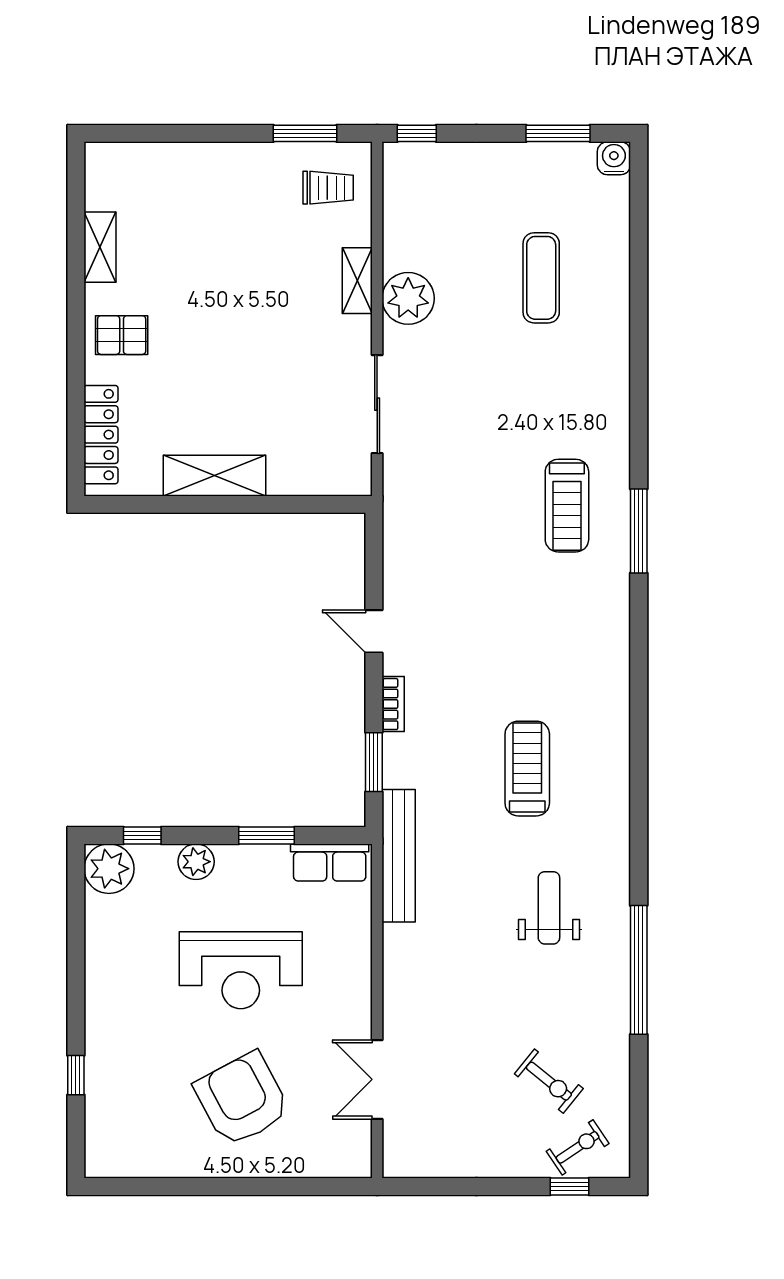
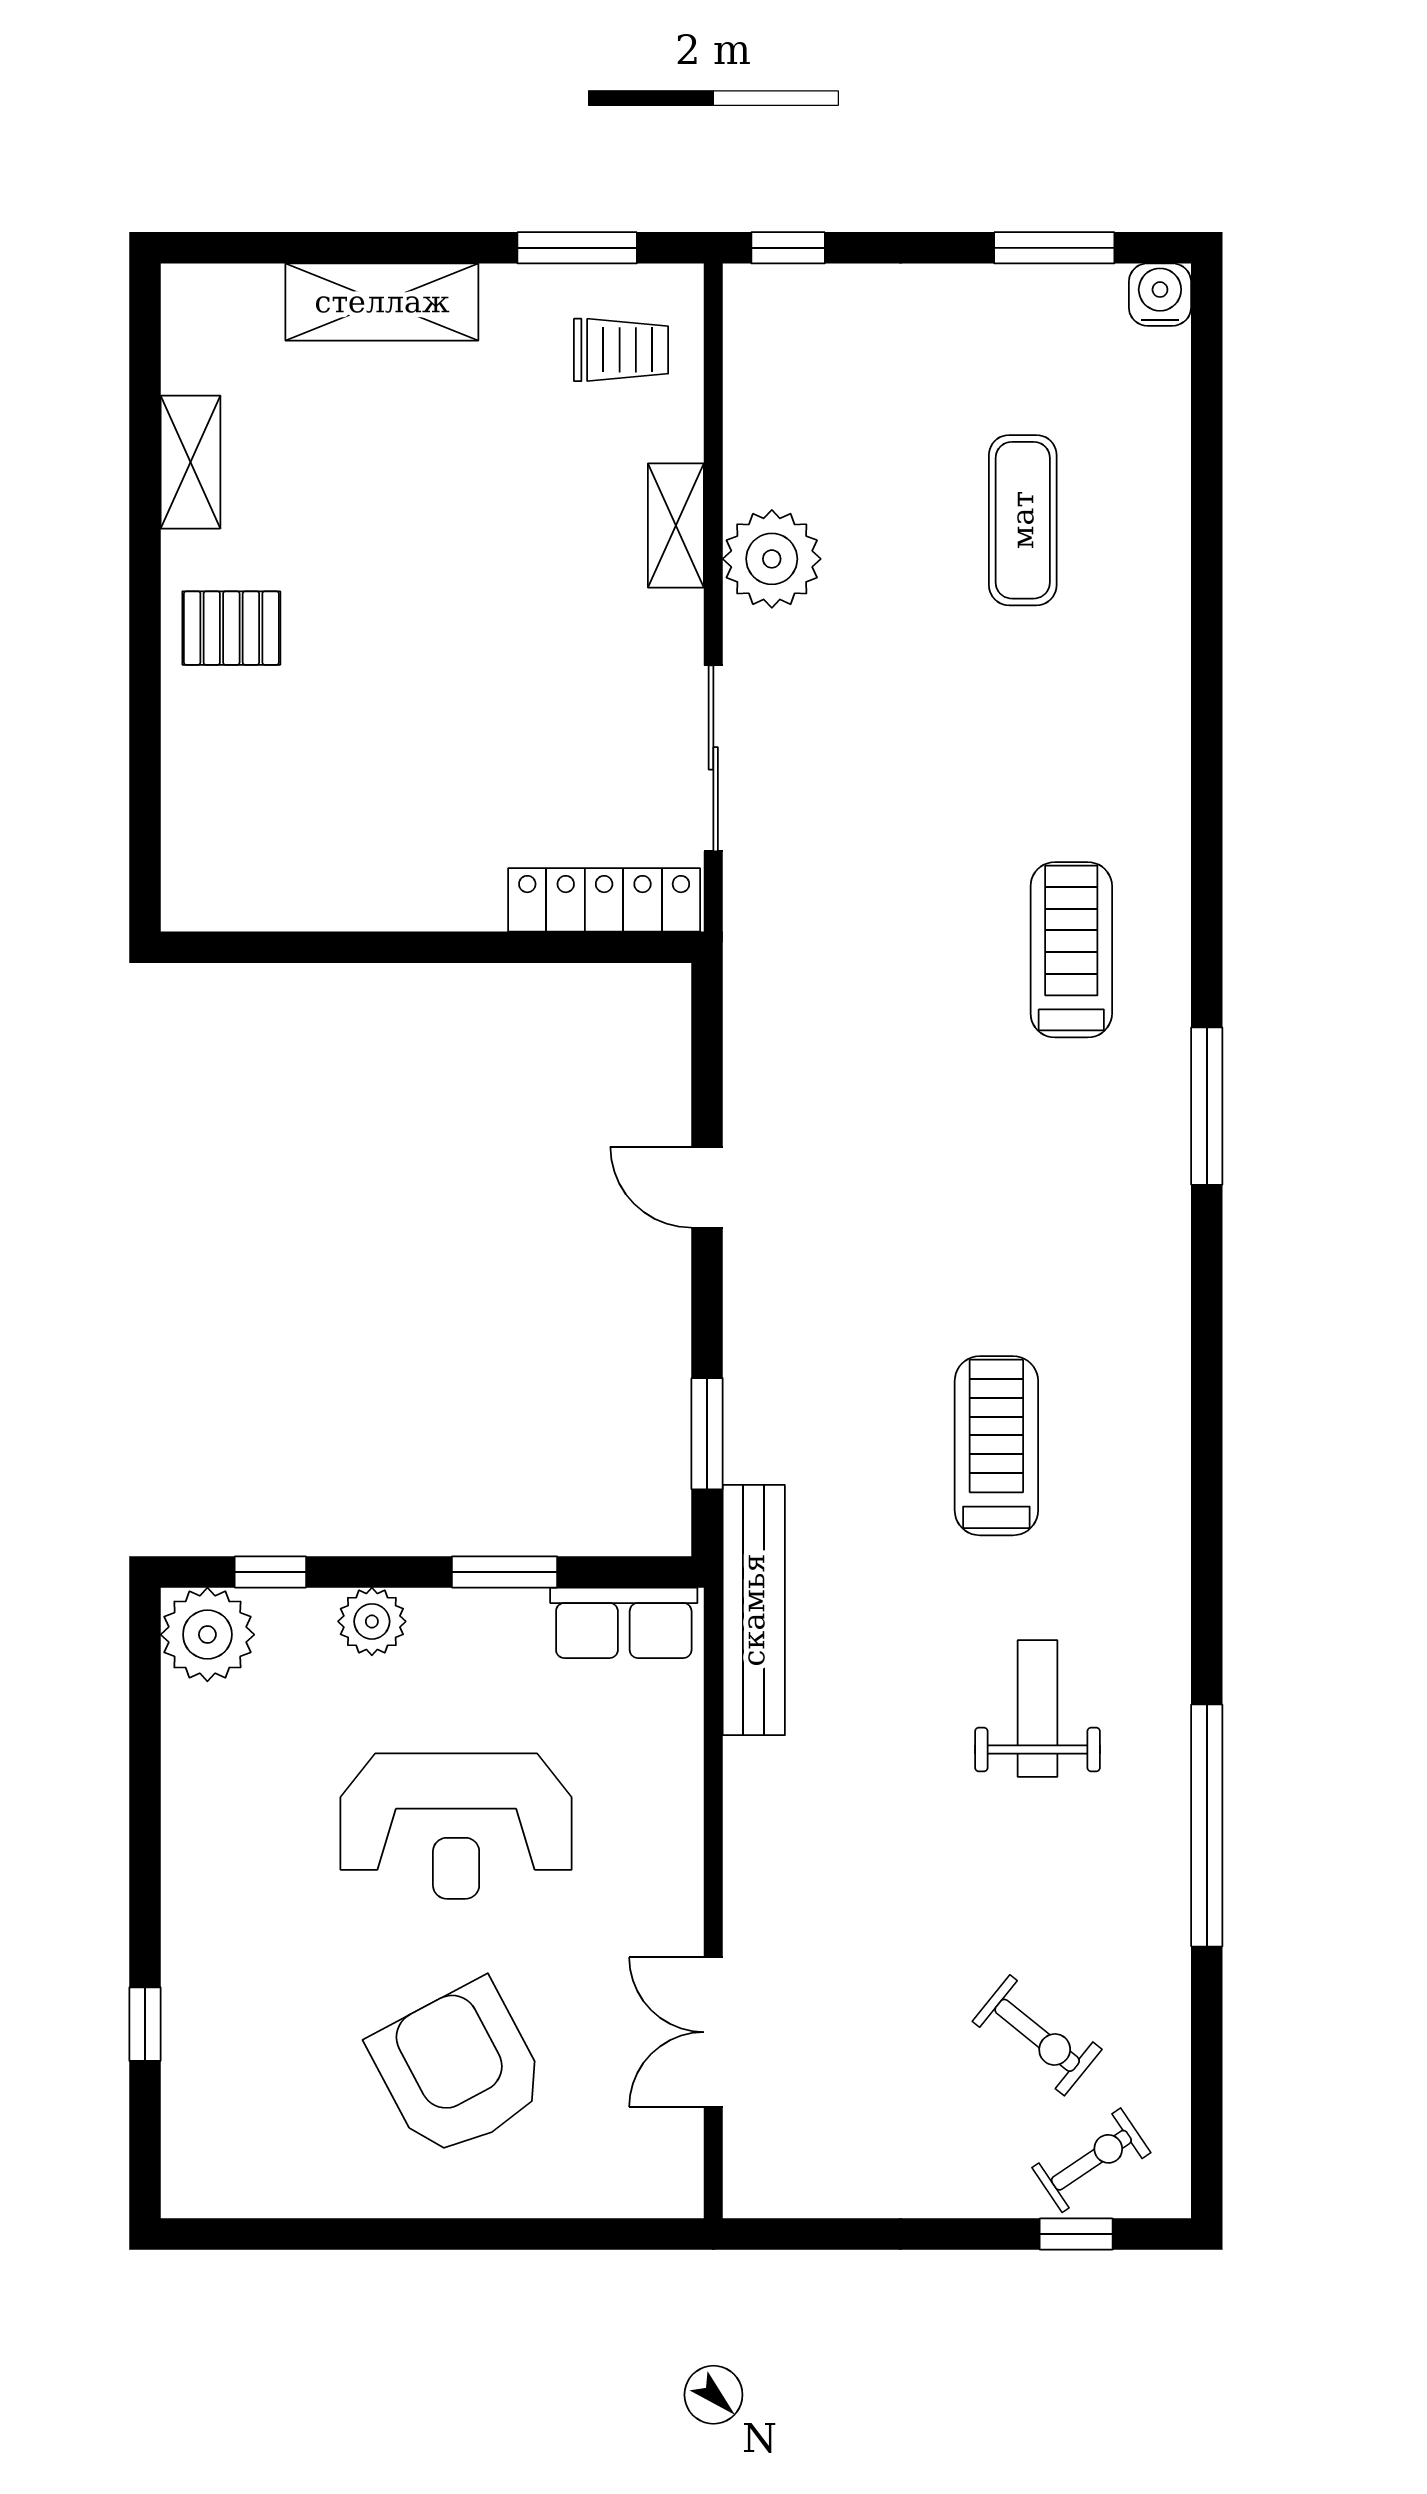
locker: (101, 435) -> (604, 900), moved, turned -90
shelving: (214, 476) -> (382, 302), moved
treadmill: (567, 506) -> (1071, 950), turned 180
window: (639, 531) -> (1207, 1106), moved
bookcase: (393, 704) -> (743, 1324), removed

